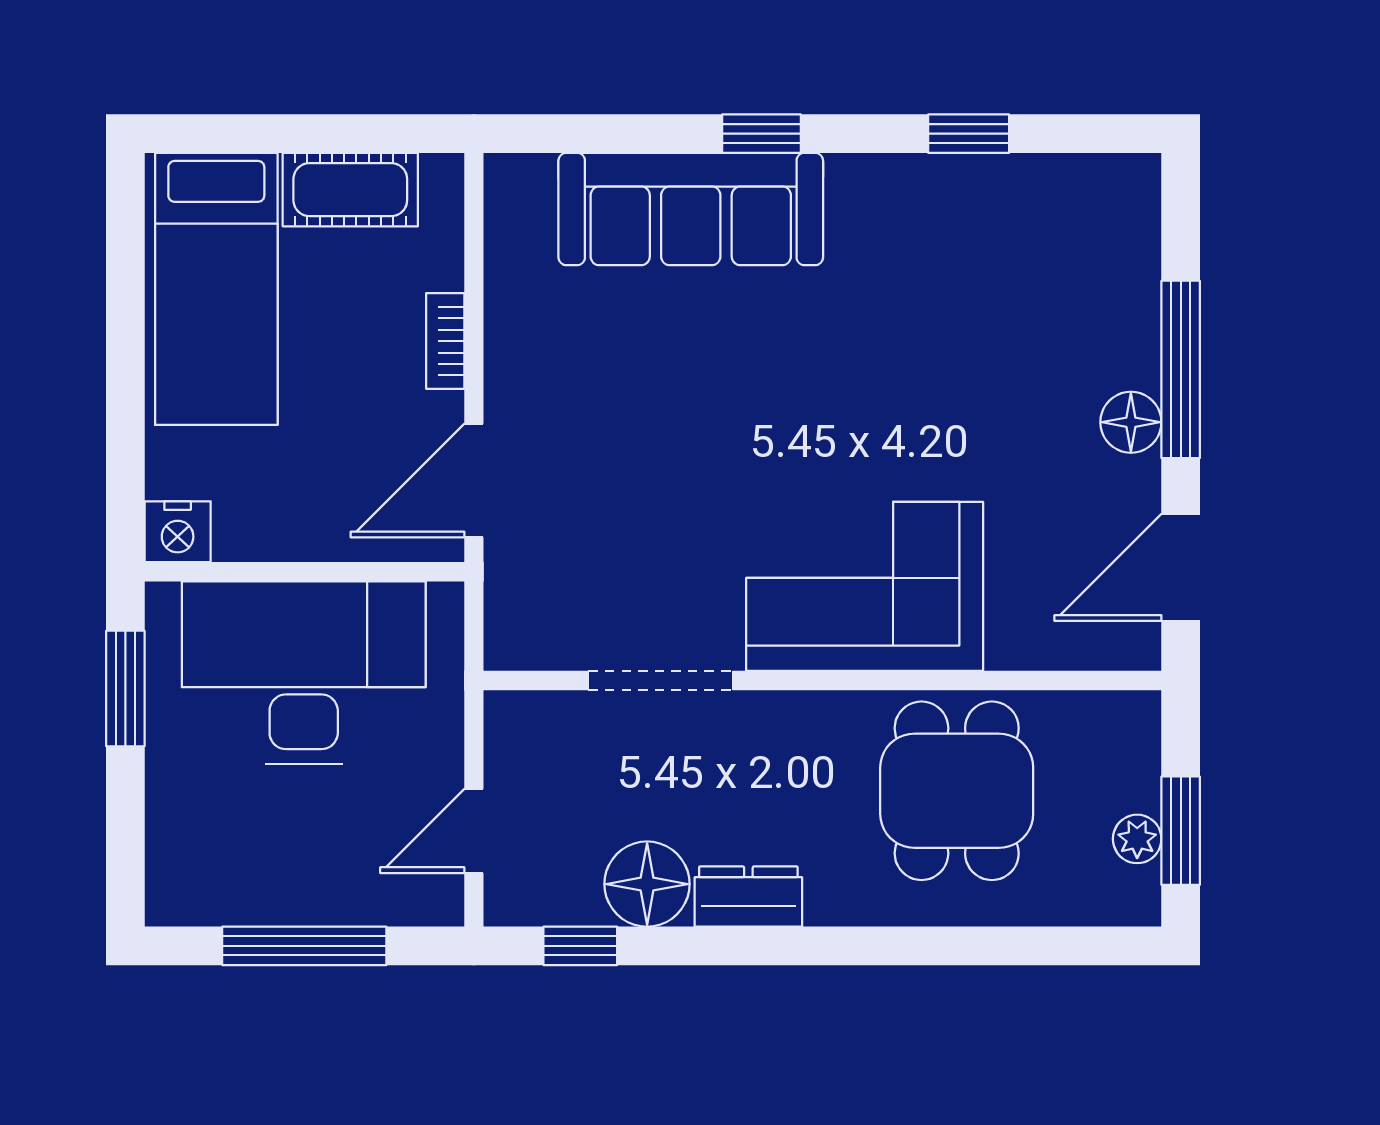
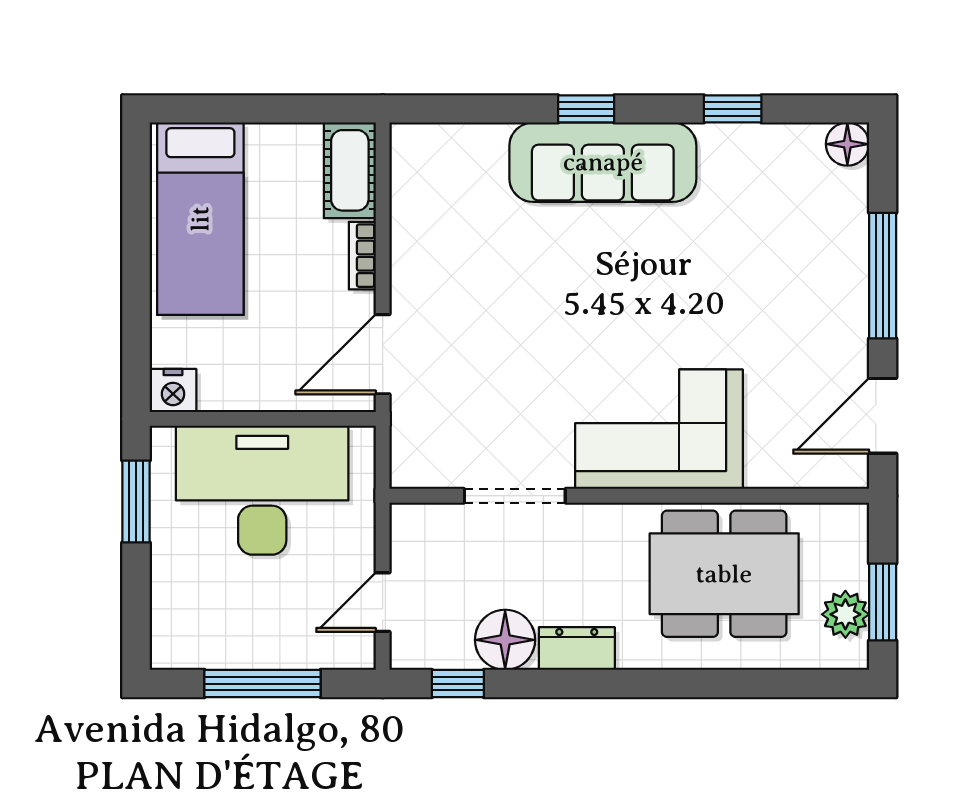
cot: (350, 190) -> (350, 170), moved, turned 90
sofa: (691, 209) -> (603, 162), moved
floor lamp: (1131, 422) -> (847, 144), moved
dining table: (957, 791) -> (724, 574), width x1.38
plant: (1137, 839) -> (845, 614), width x1.38, depth x1.38

